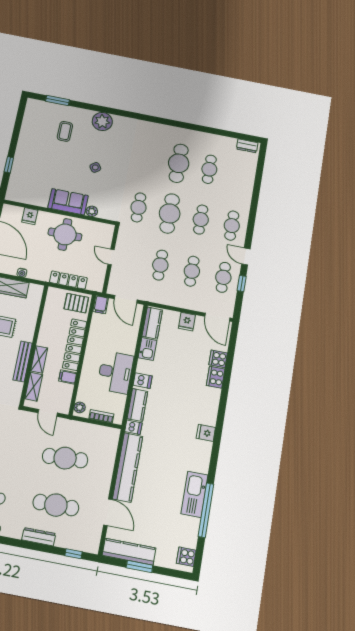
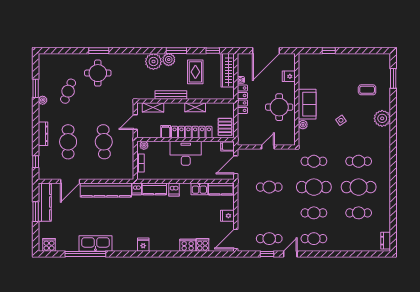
cafe table: (192, 271) -> (359, 161), moved
locker: (68, 280) -> (242, 99), moved
shelving: (39, 359) -> (195, 107), moved
desk: (115, 372) -> (186, 153), moved, turned 180

